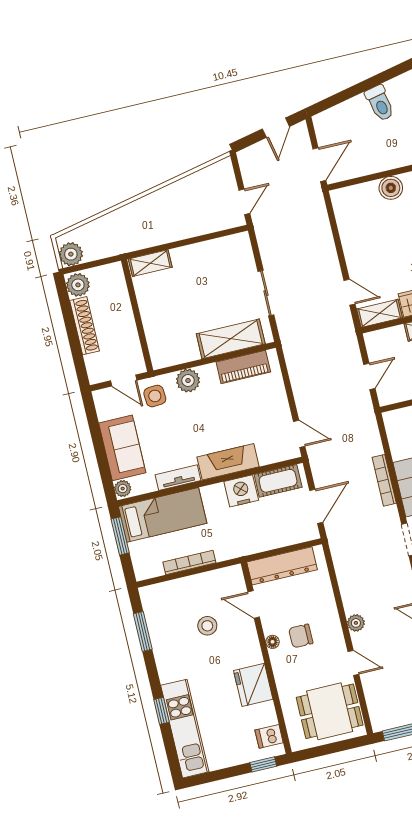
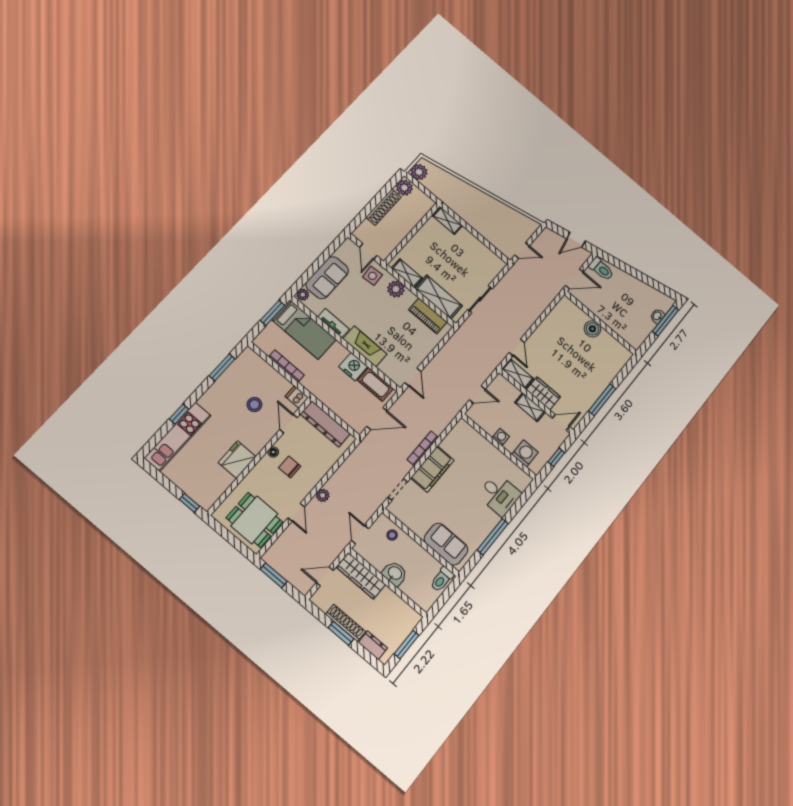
toilet: (380, 103) -> (601, 269), moved, turned -78
shelving: (179, 355) -> (407, 273), added
dishwasher: (269, 736) -> (297, 397), moved

